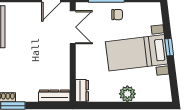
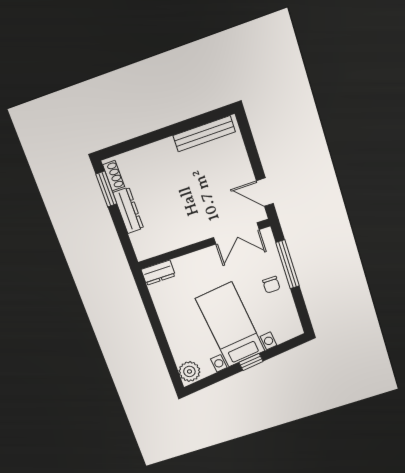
plant: (127, 94) -> (189, 371), moved
dresser: (54, 96) -> (128, 210), moved

